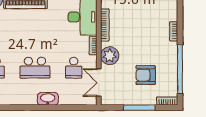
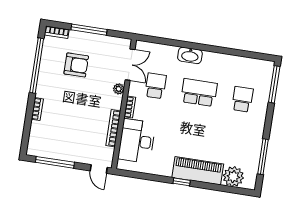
plant: (110, 56) -> (119, 89), width x0.53, depth x0.53

